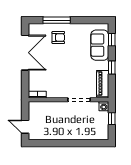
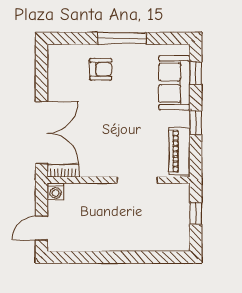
window: (57, 20) -> (122, 38), moved
double door: (25, 53) -> (41, 133), moved
washing machine: (104, 106) -> (56, 191), moved
door: (25, 127) -> (41, 228), hinge flipped

